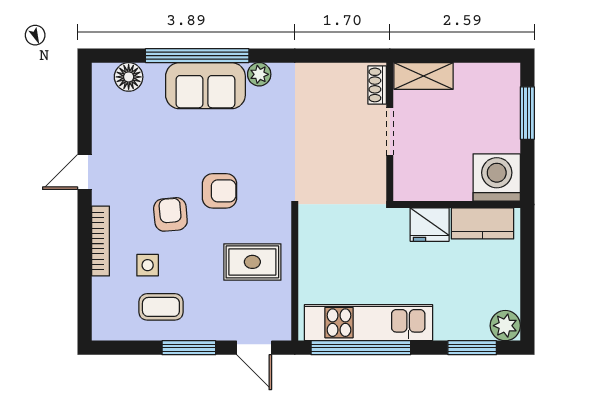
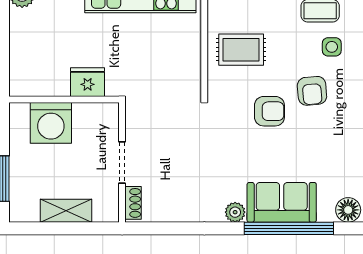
shelving: (424, 76) -> (66, 211), moved
washing machine: (497, 177) -> (51, 123), moved
armchair: (219, 191) -> (269, 111), turned 180
kitchen counter: (482, 223) -> (42, 83), removed

